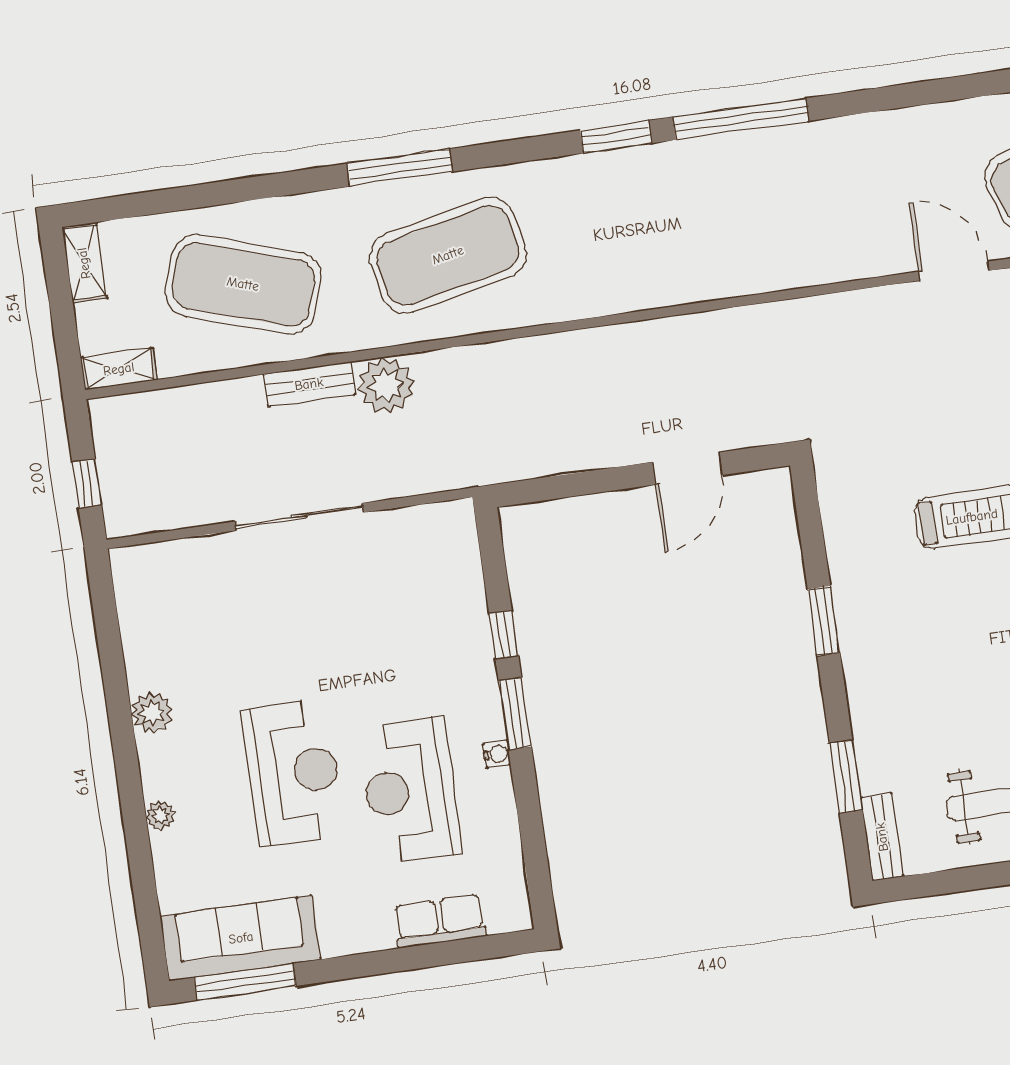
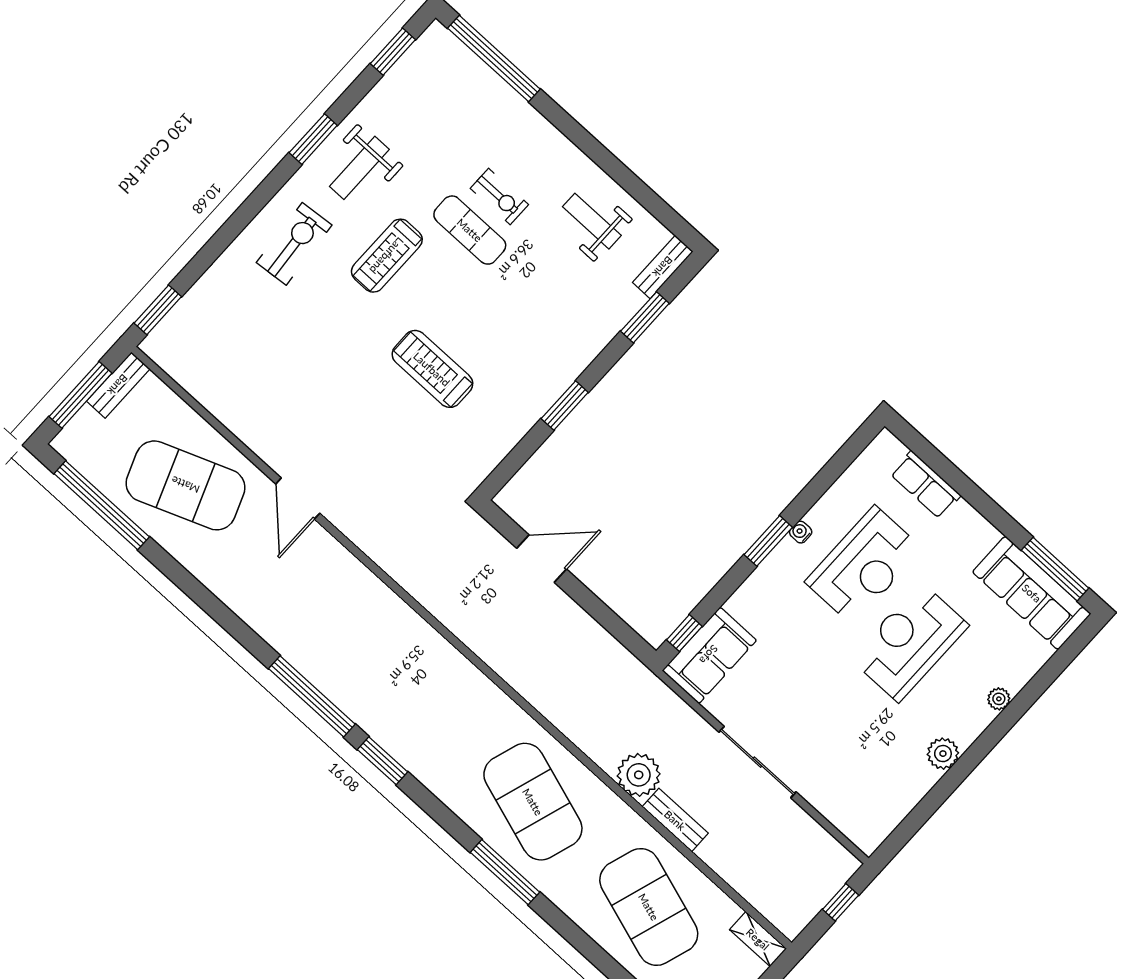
exercise mat: (448, 255) -> (533, 802), turned 30
sofa: (448, 558) -> (709, 655), added
window: (504, 635) -> (684, 633), moved

